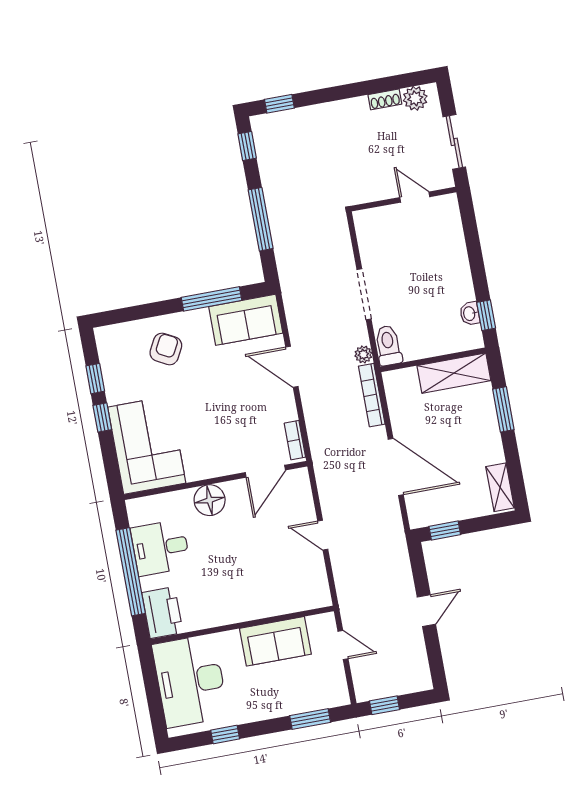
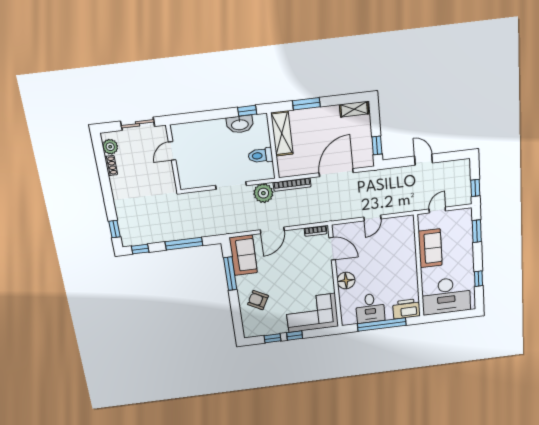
washbasin: (470, 314) -> (240, 124), width x1.91, depth x1.45
toilet: (388, 345) -> (261, 156), moved
plant: (363, 354) -> (263, 193), width x1.87, depth x1.87

